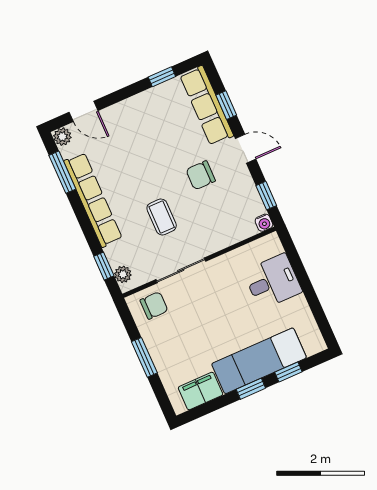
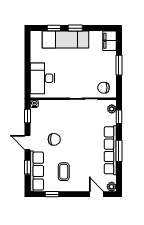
window: (62, 172) -> (119, 151), moved
coffee table: (162, 217) -> (64, 172), moved
desk: (273, 282) -> (42, 78), width x1.37
filing cabinet: (200, 391) -> (110, 41), moved, turned 90

